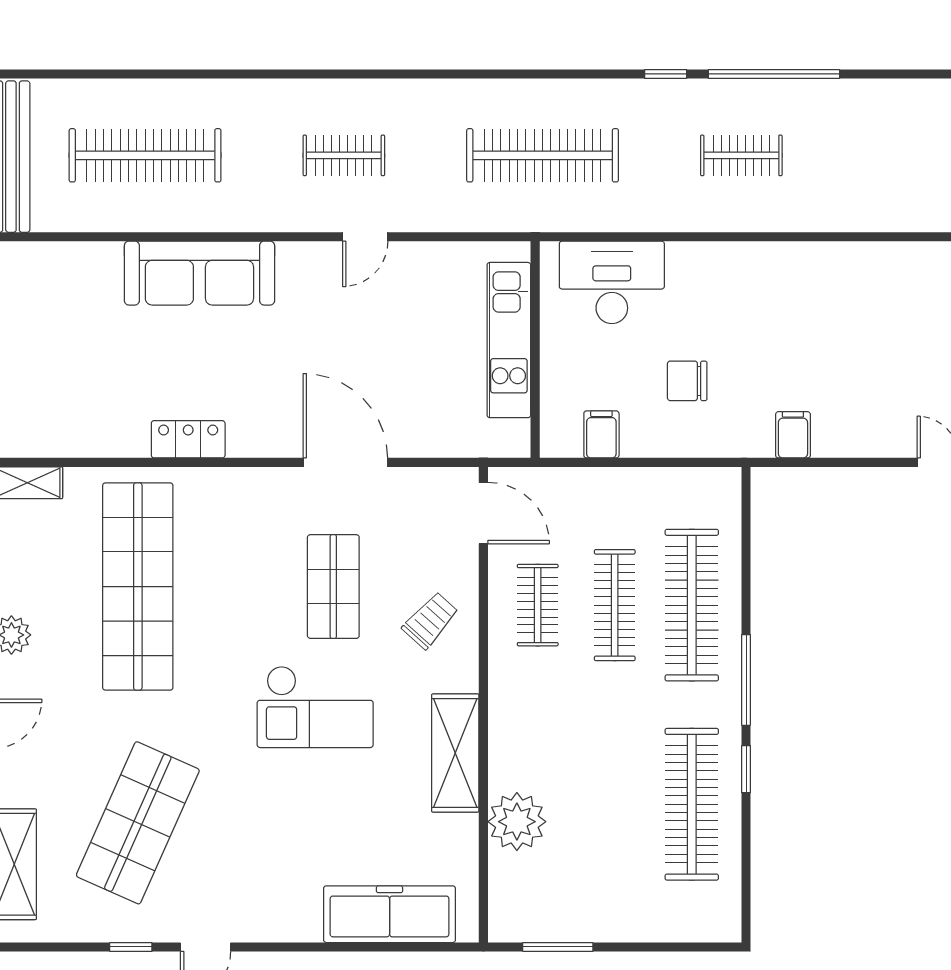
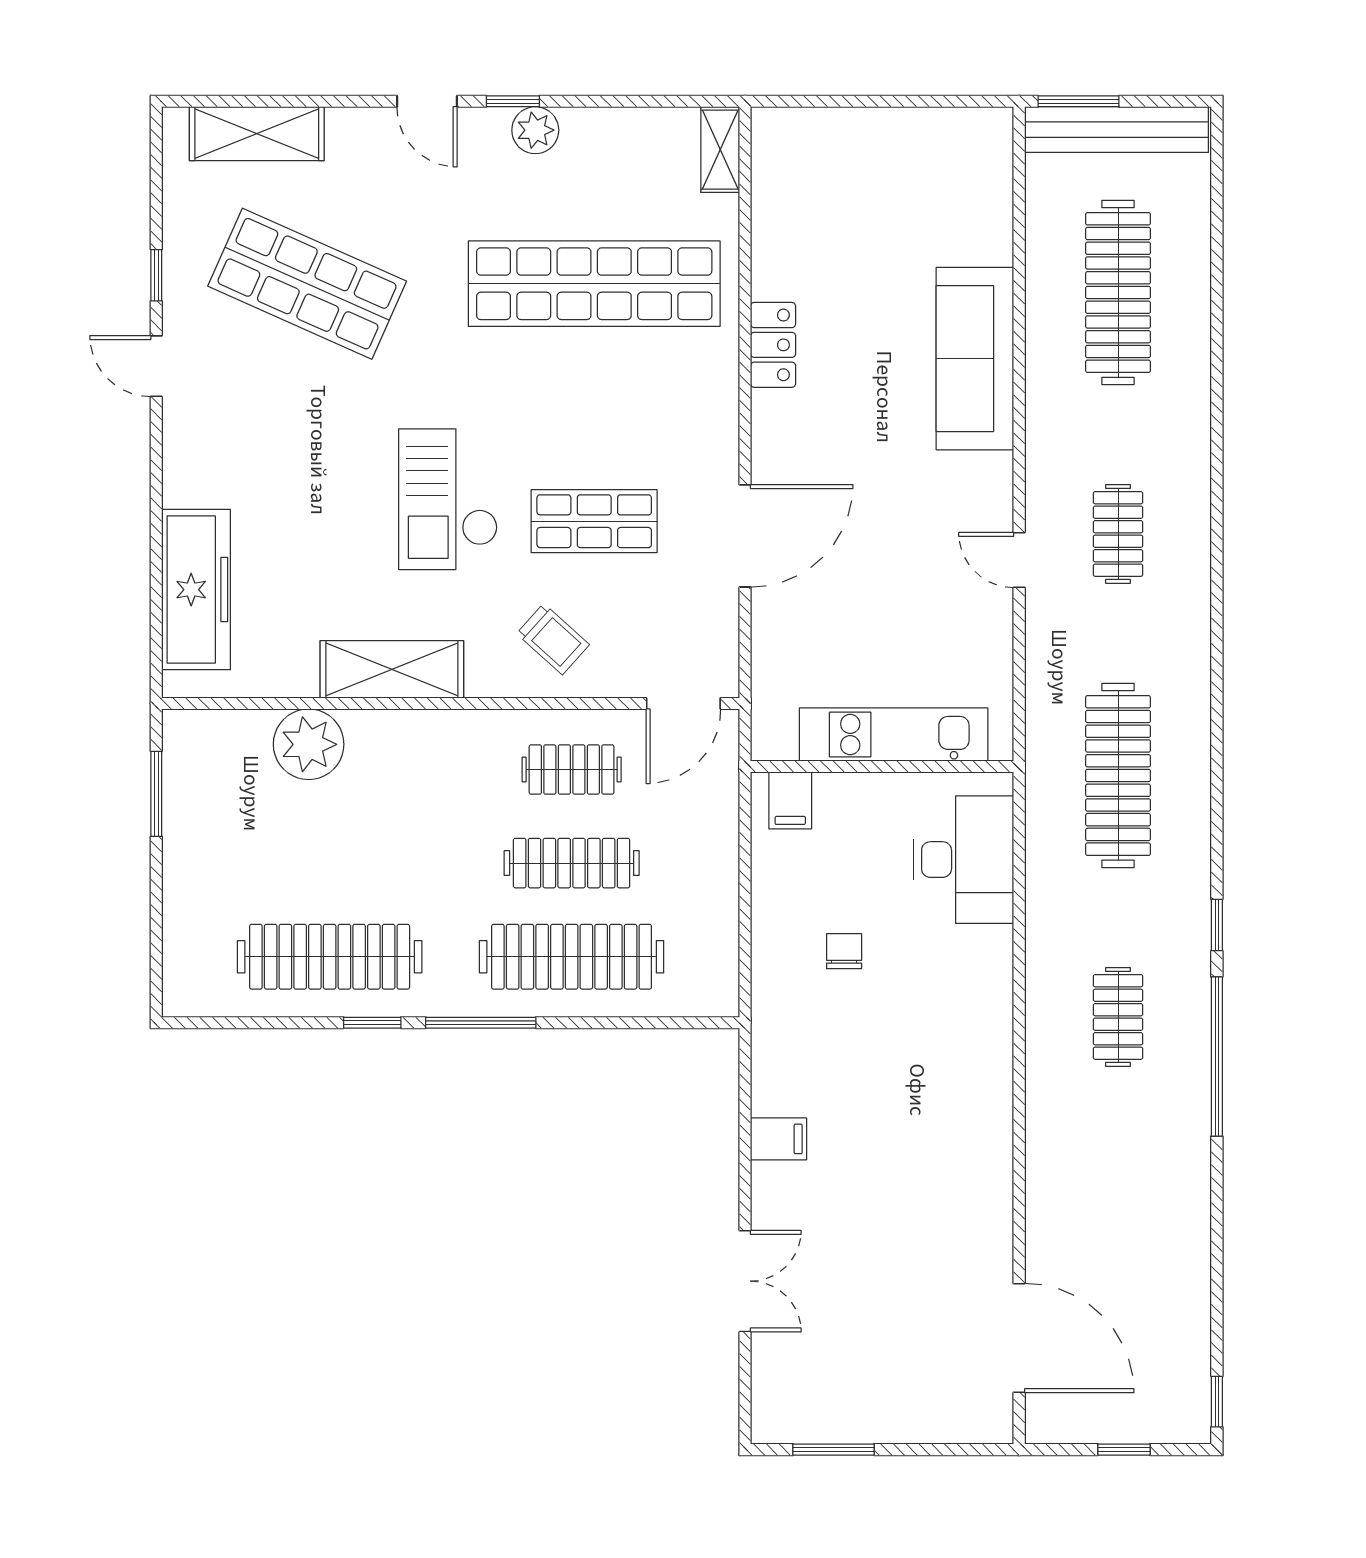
chair: (687, 381) -> (844, 951), width x0.73, depth x0.73
filing cabinet: (601, 434) -> (790, 800), moved, turned 90
filing cabinet: (793, 435) -> (778, 1139), moved

